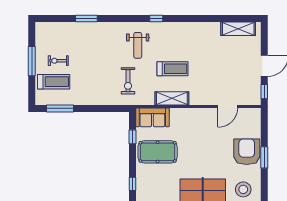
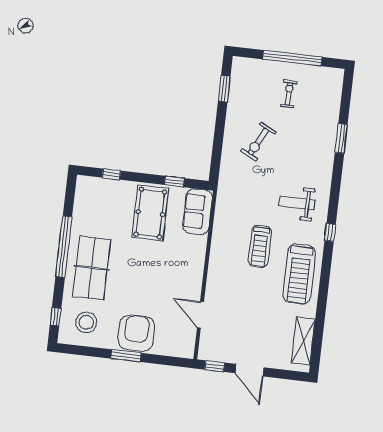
window: (32, 61) -> (292, 58), width x1.46
exercise bike: (128, 81) -> (258, 142), moved, turned -62
treadmill: (54, 82) -> (299, 274), moved, width x1.37, depth x1.38
shelving: (172, 98) -> (220, 241), removed
window: (60, 108) -> (224, 89), width x0.69
armchair: (247, 152) -> (136, 333), turned -90

